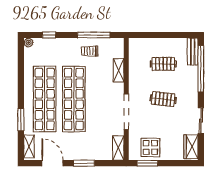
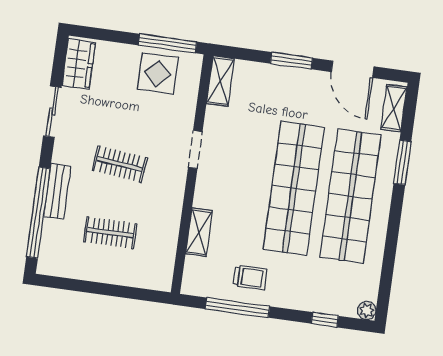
bench: (193, 52) -> (57, 191), moved
doorway: (126, 112) -> (195, 150), width x0.53
window: (148, 163) -> (168, 43), width x1.44

